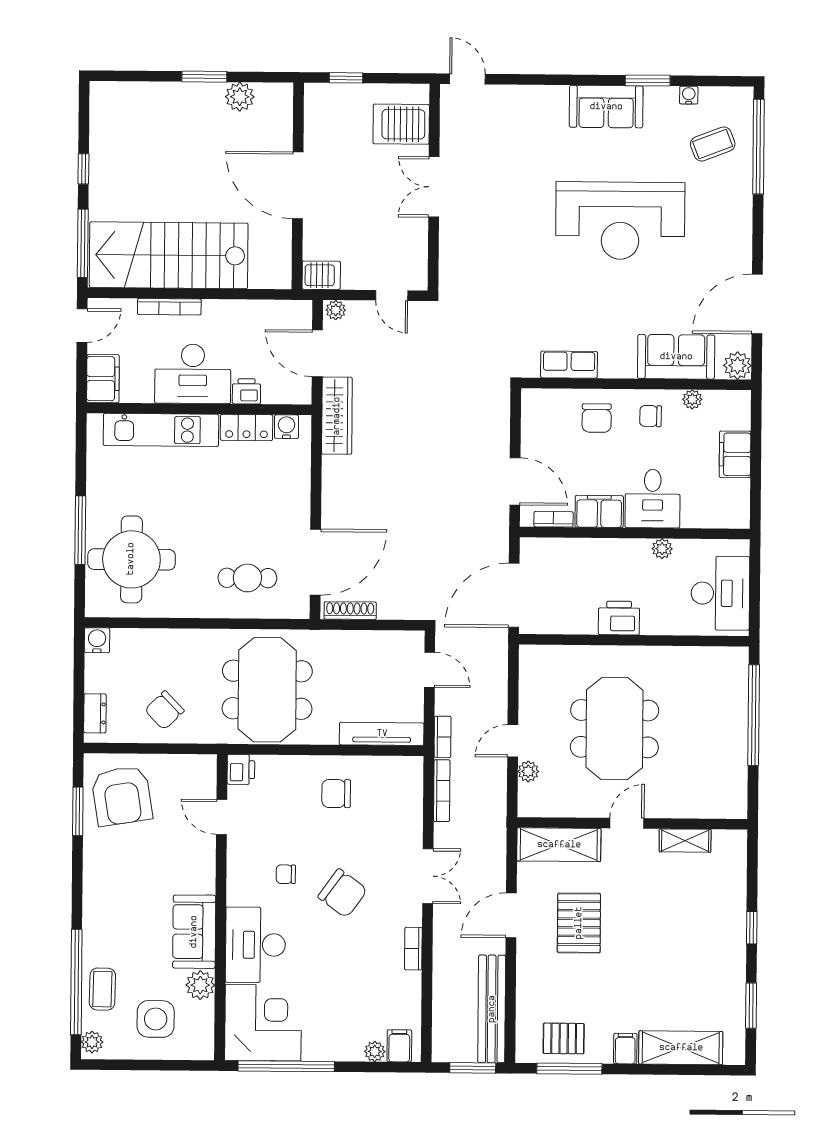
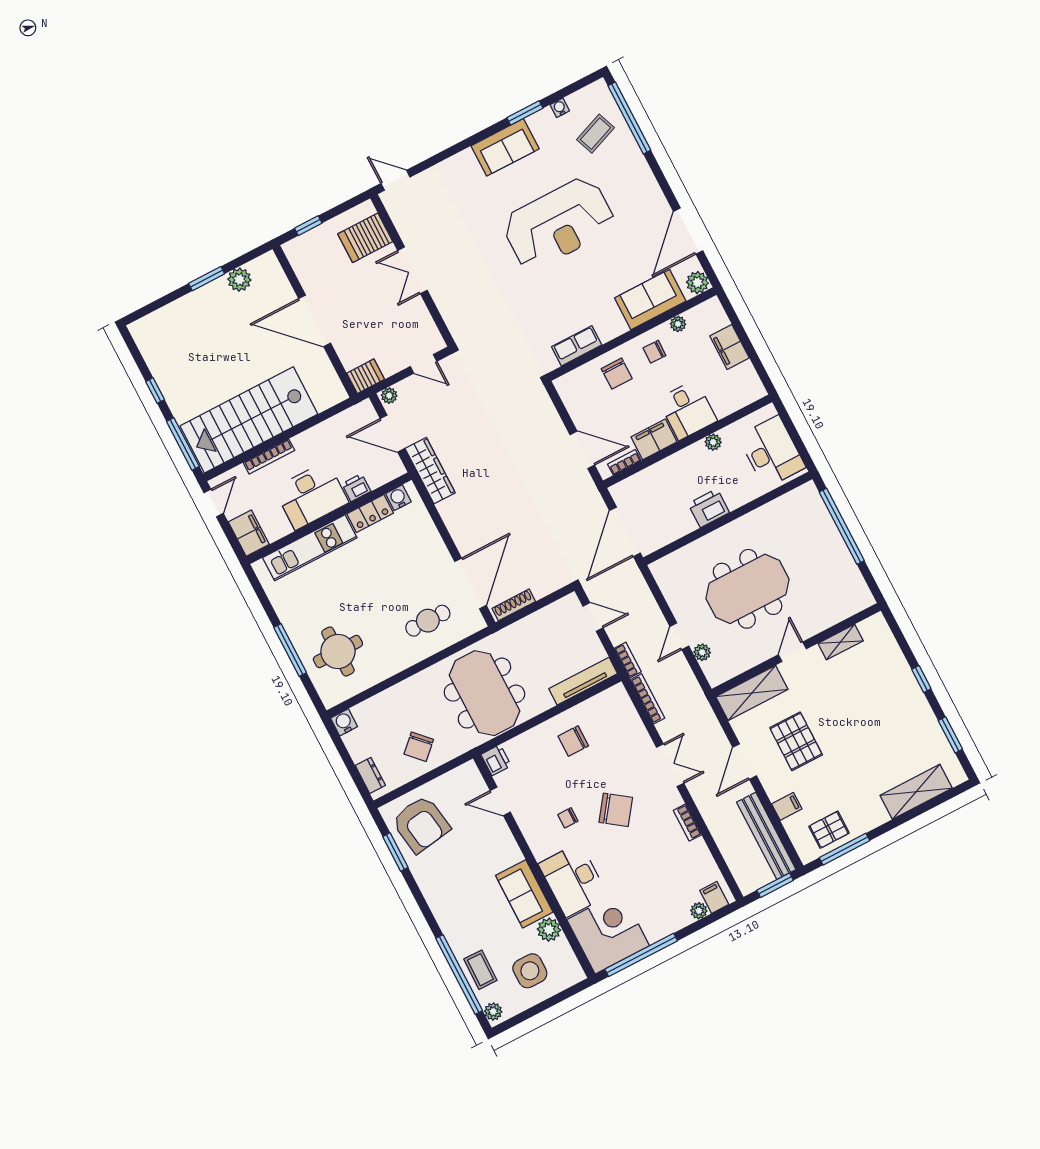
round table: (131, 559) -> (338, 651), width x0.73, depth x0.73
meeting table: (614, 729) -> (748, 589), turned 90
filing cabinet: (625, 1049) -> (787, 806), moved, turned 90

